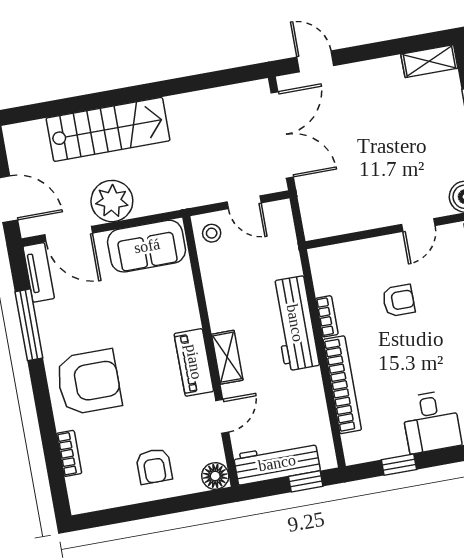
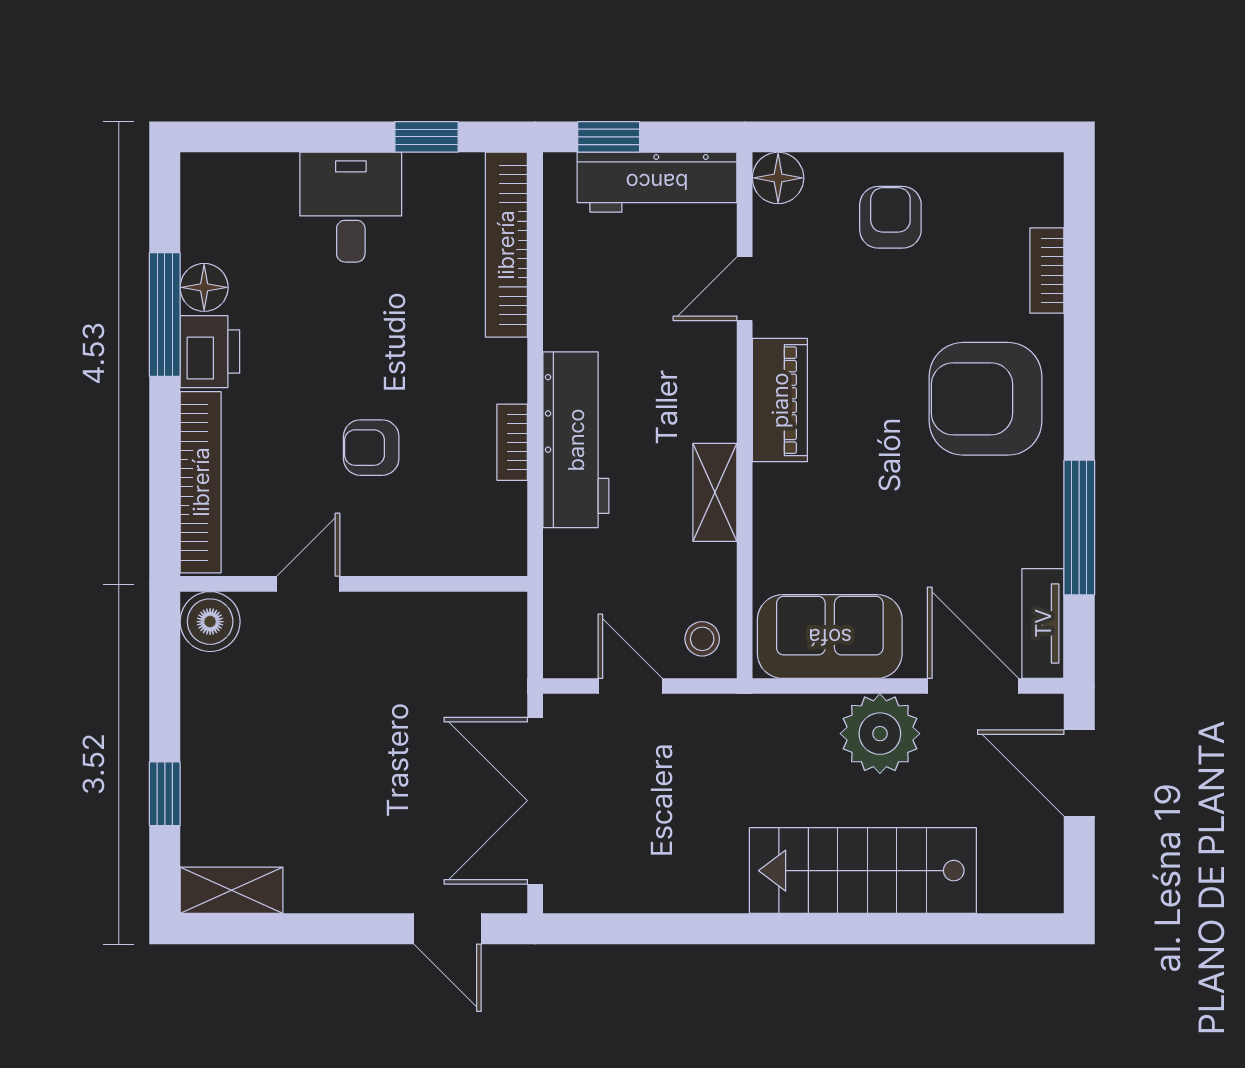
shelving: (227, 357) -> (715, 492), moved
bookcase: (342, 385) -> (506, 245), moved

